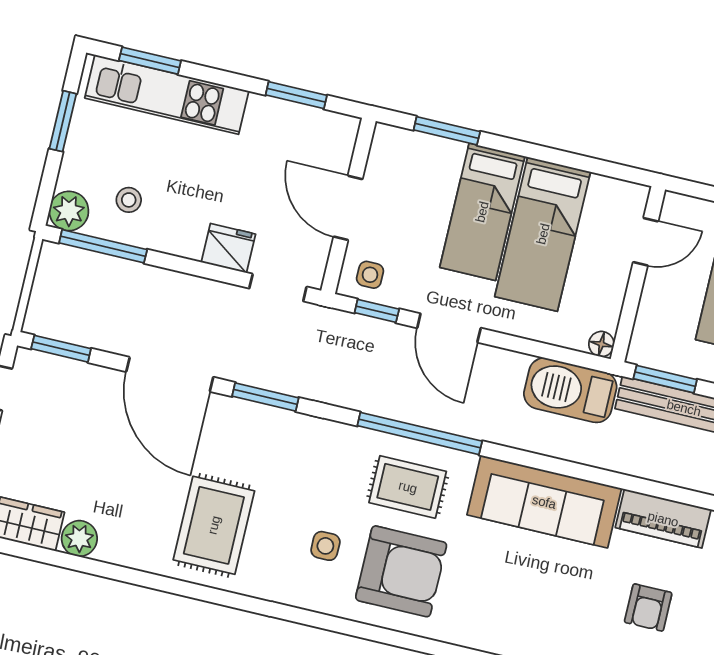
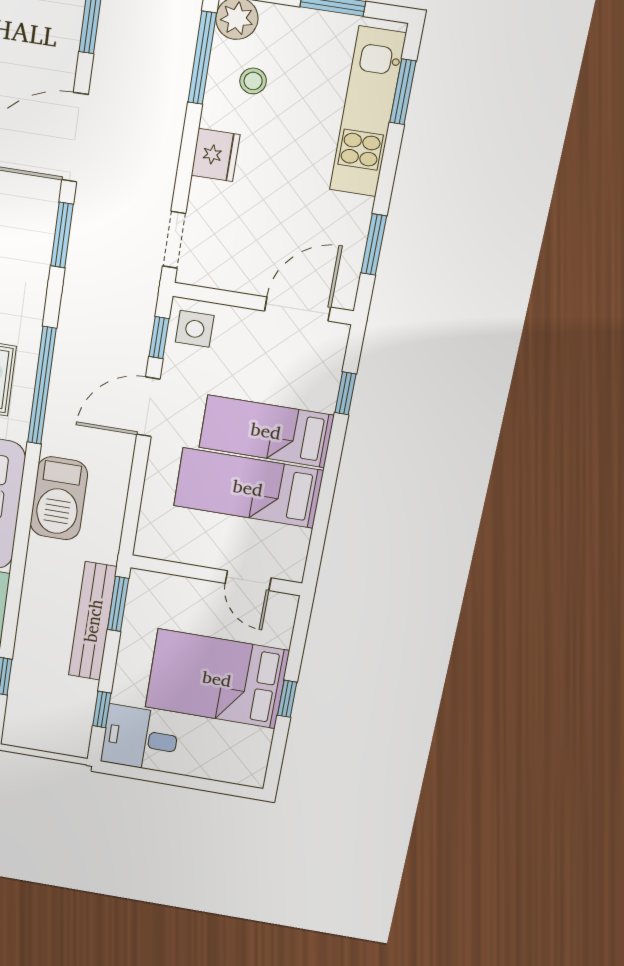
window: (447, 131) -> (345, 393), width x0.67
door: (348, 208) -> (298, 309), moved
fridge: (228, 248) -> (216, 155), moved
side table: (370, 275) -> (195, 329), width x1.37, depth x1.37
floor lamp: (601, 344) -> (146, 546), removed
barbecue: (570, 390) -> (59, 498), moved, turned 180

